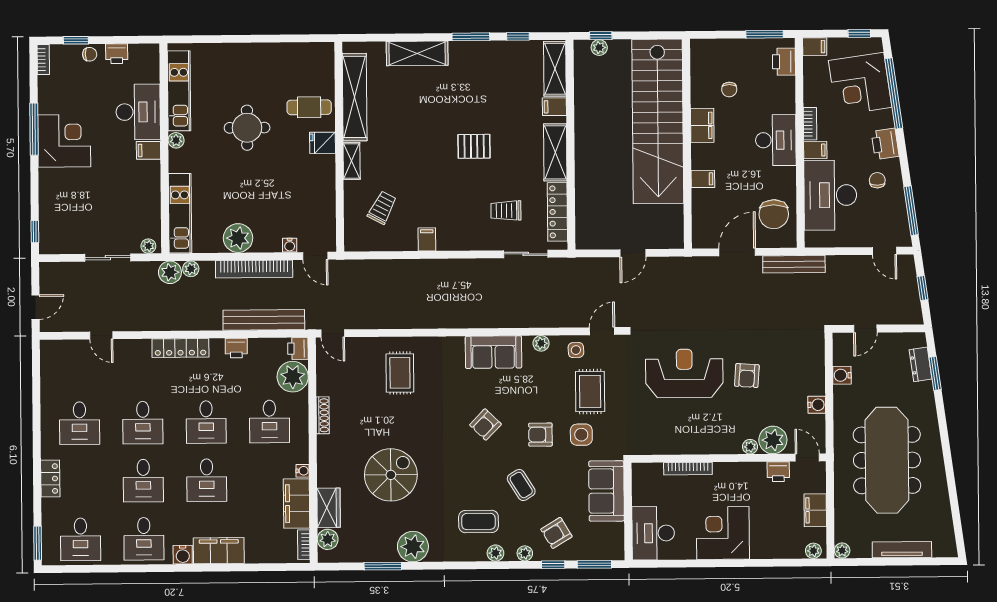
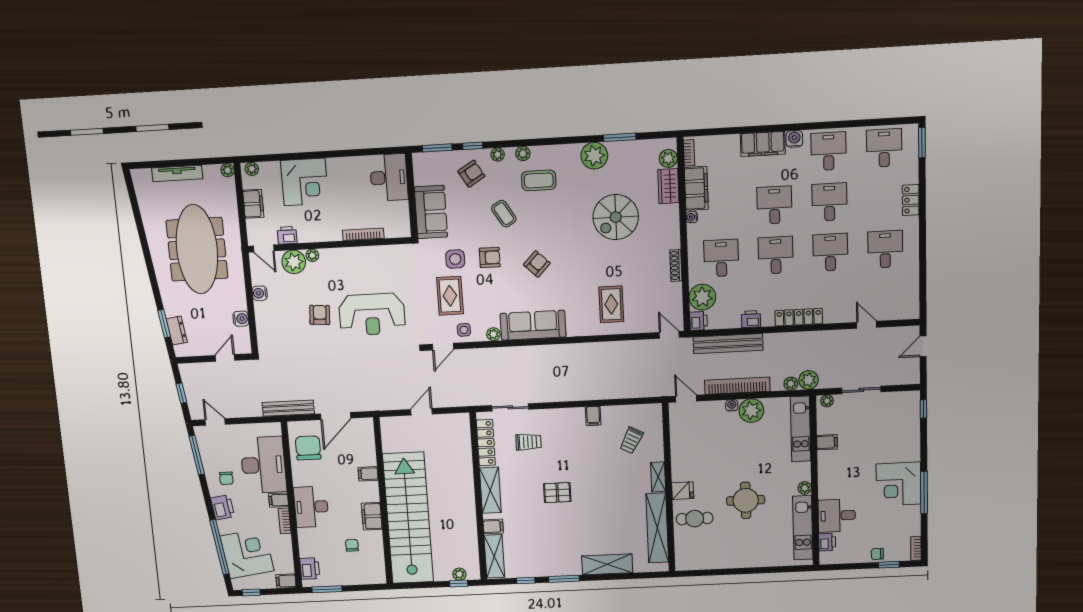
printer: (117, 54) -> (827, 542), moved, turned 90
desk: (138, 112) -> (837, 516), width x0.73
filing cabinet: (148, 150) -> (827, 442), moved
water cooler: (290, 245) -> (732, 405), moved
sofa: (493, 352) -> (533, 325), width x1.36
corner desk: (723, 533) -> (305, 182), moved

